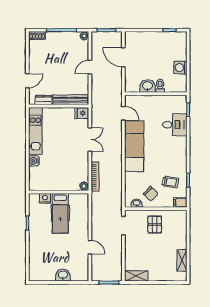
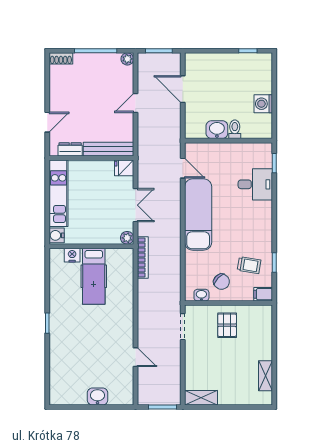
plant: (84, 186) -> (127, 238), moved
wall: (59, 192) -> (91, 246), moved
nightstand: (45, 198) -> (72, 255), moved
hospital bed: (60, 213) -> (94, 276), moved

